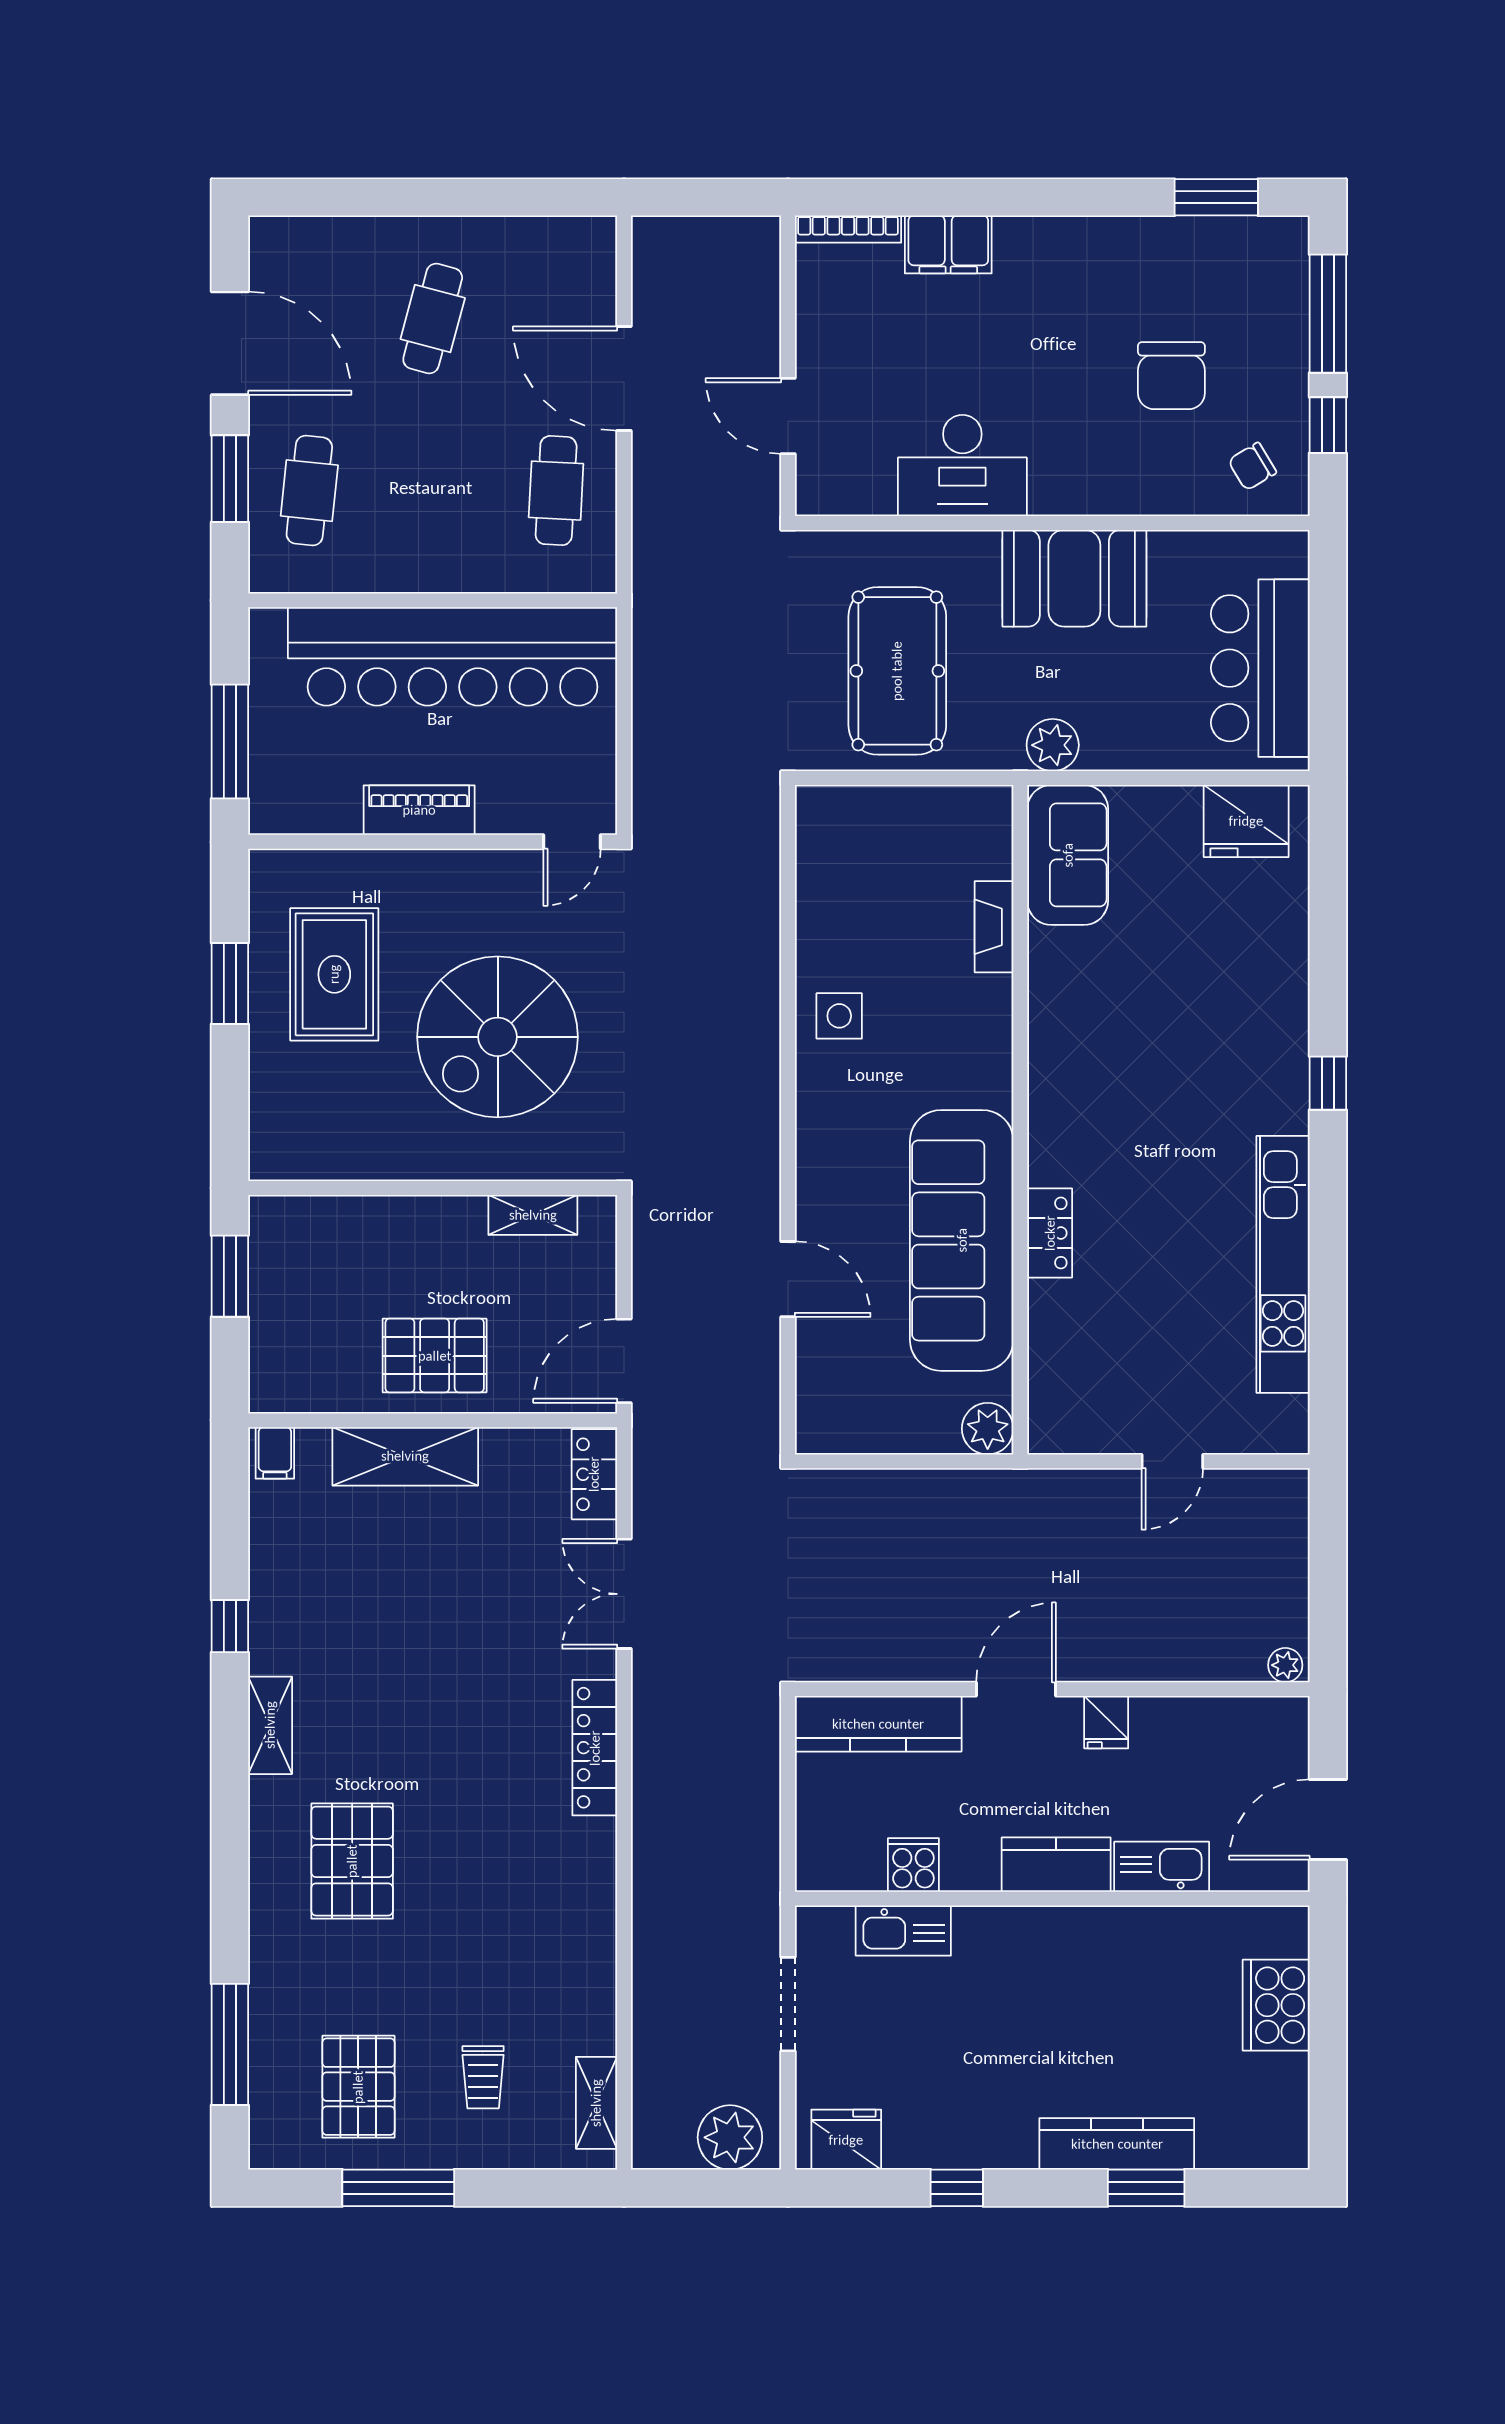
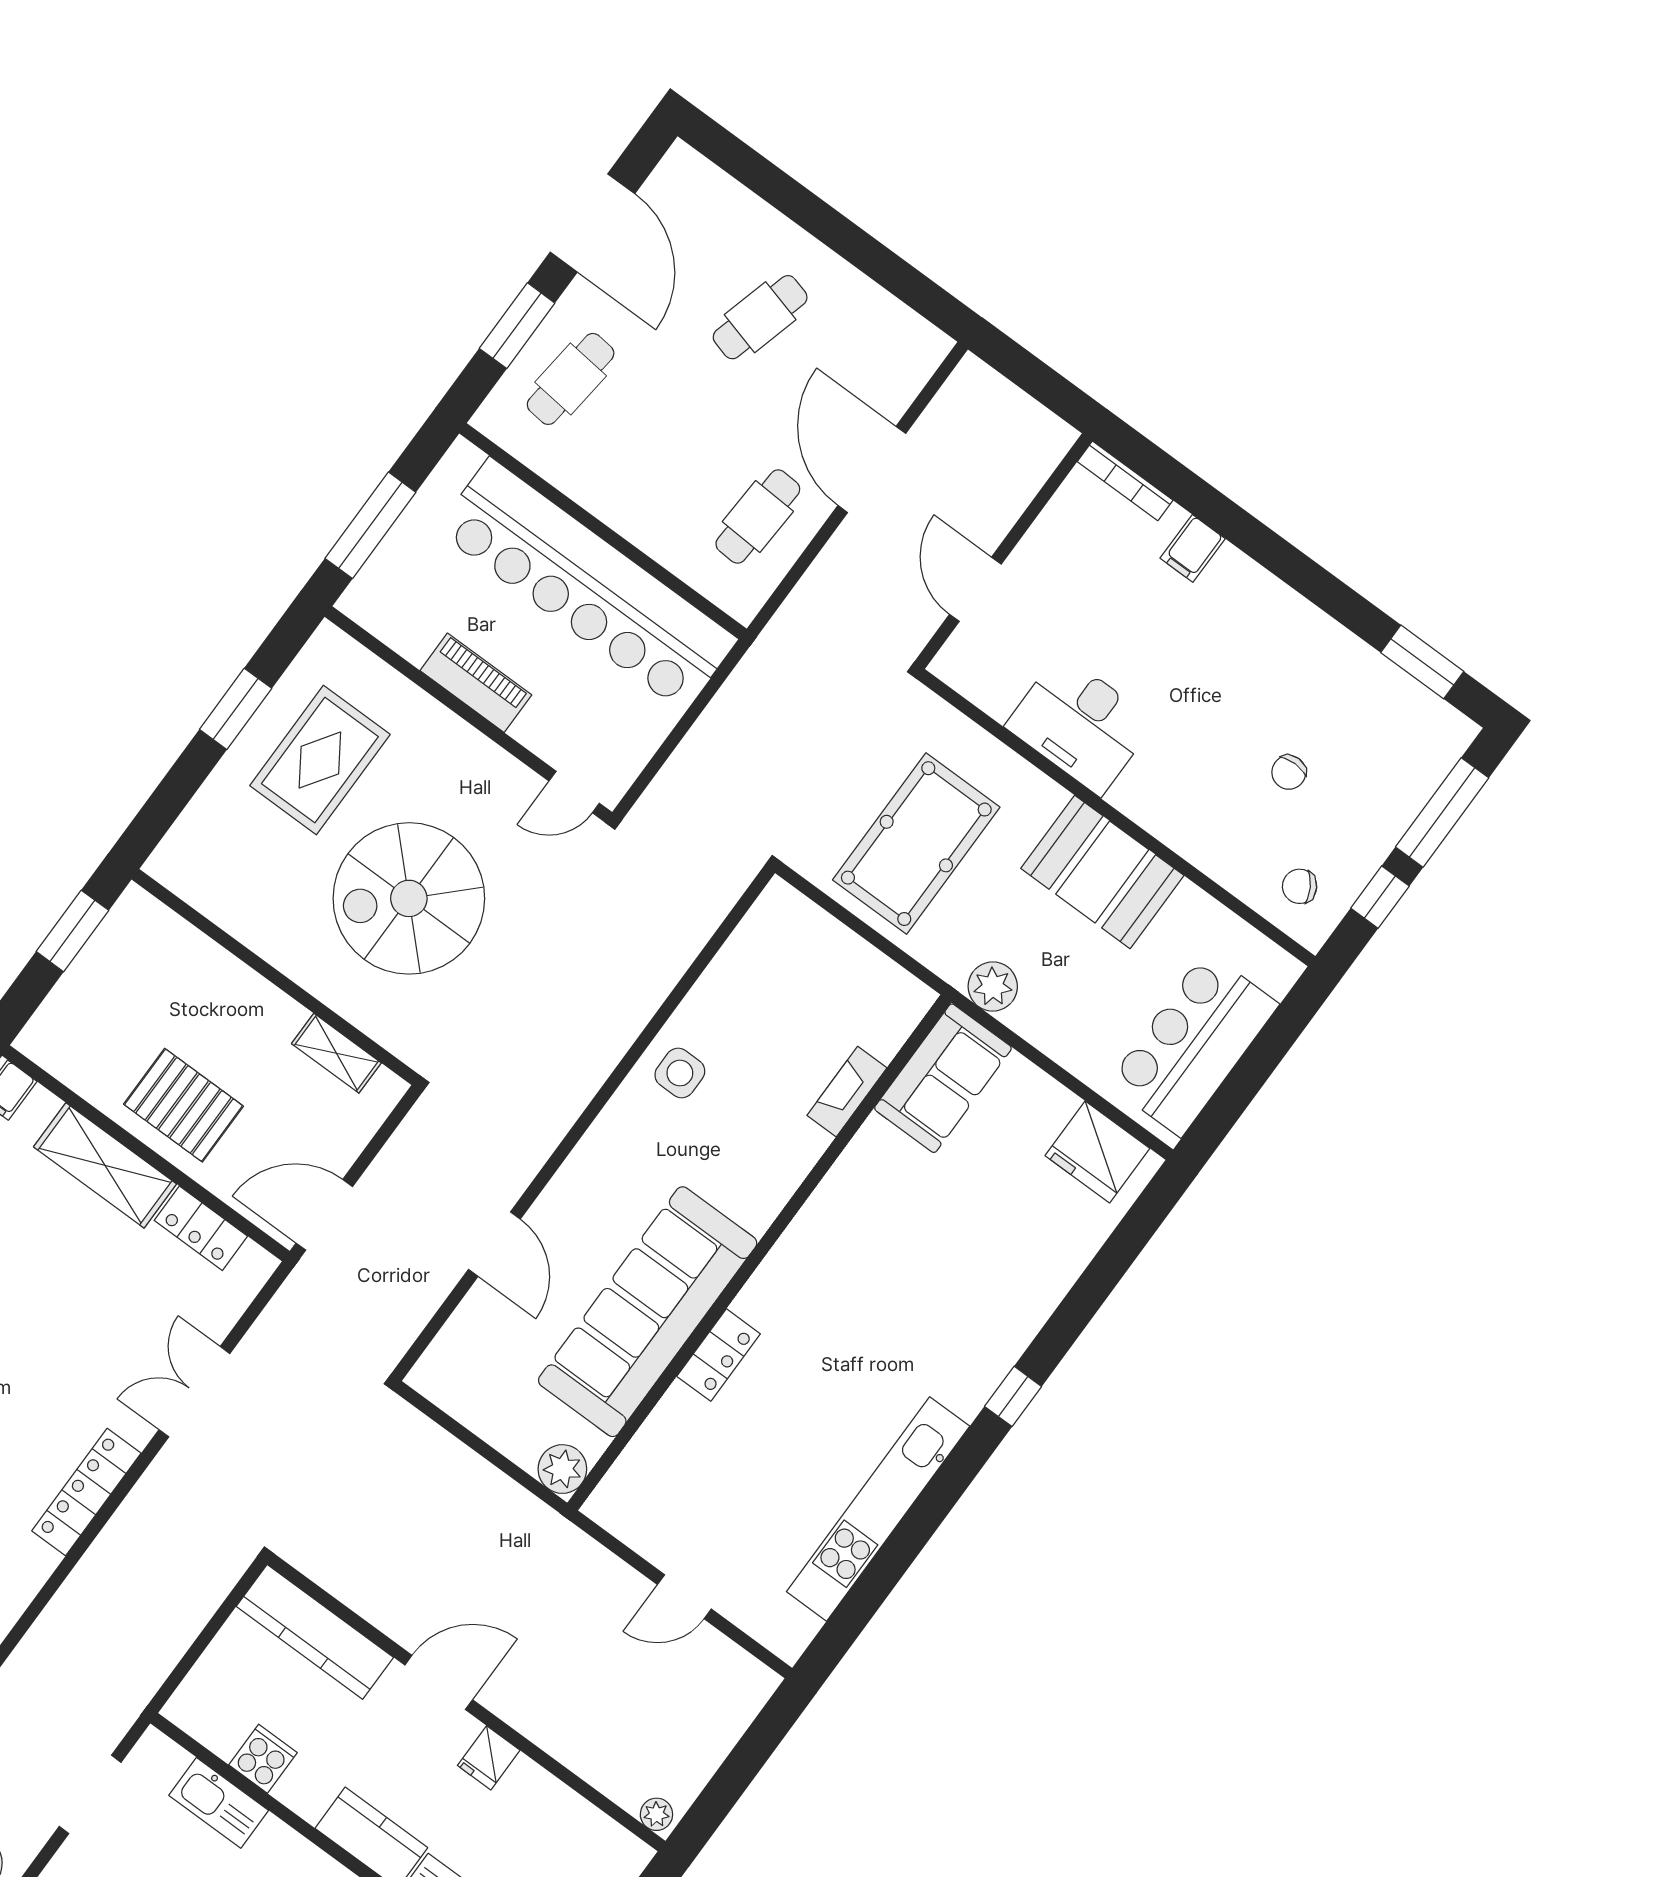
filing cabinet: (948, 244) -> (1193, 548), width x0.50
chair: (1171, 376) -> (1289, 772), width x0.54, depth x0.54
locker: (594, 1474) -> (201, 1228), moved, turned -90

